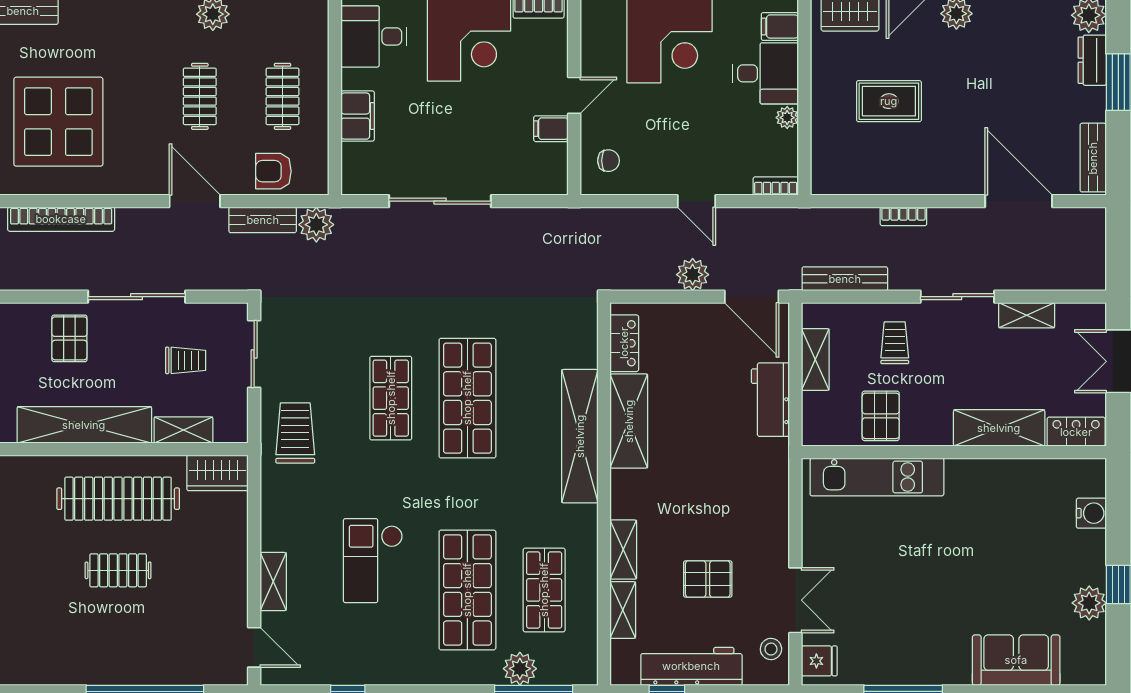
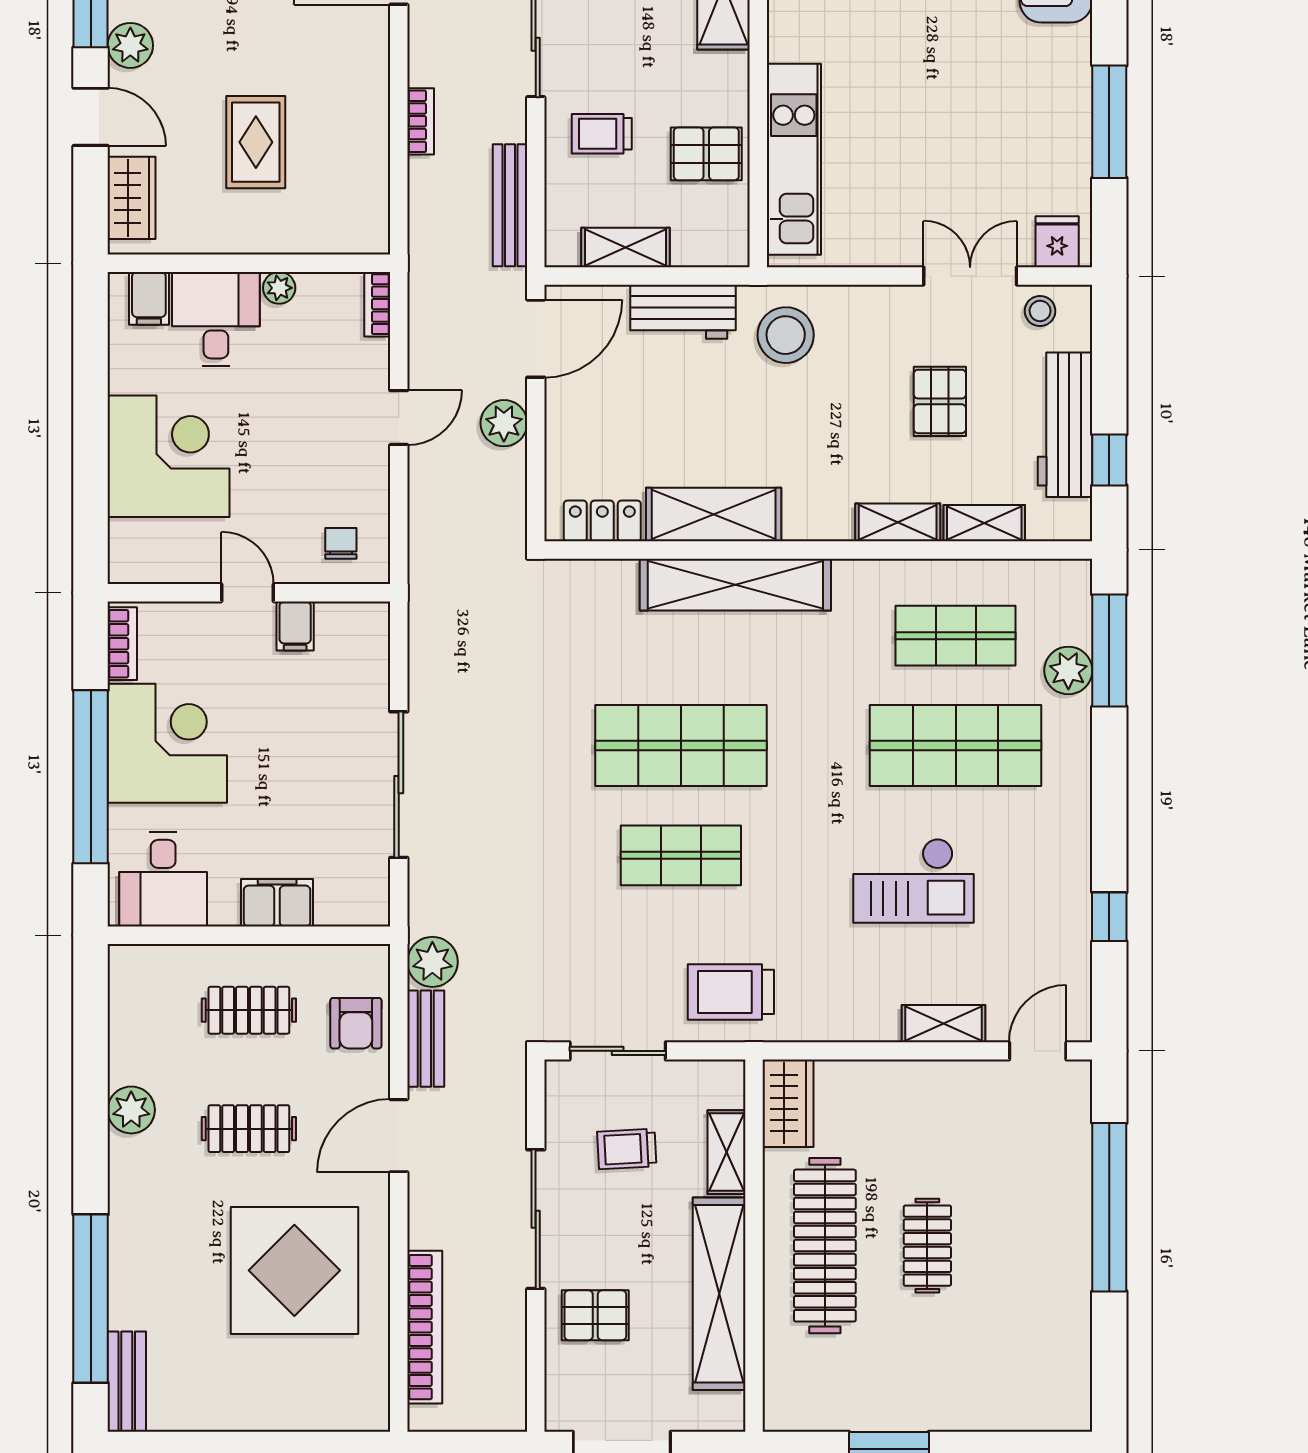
display table: (58, 122) -> (294, 1270), moved
trolley: (186, 360) -> (627, 1149), turned -93
stool: (754, 471) -> (786, 335), added

